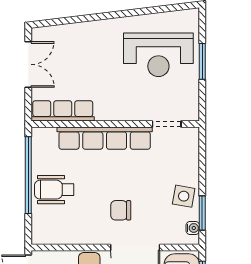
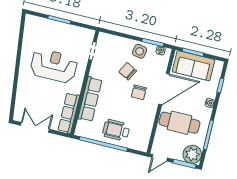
reception desk: (158, 55) -> (54, 66), moved, turned -90
row of seats: (105, 138) -> (90, 99), width x0.73
chair: (149, 185) -> (128, 71), added
wheelchair: (54, 190) -> (116, 130), turned 90

